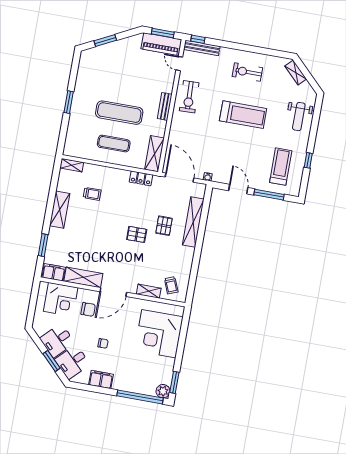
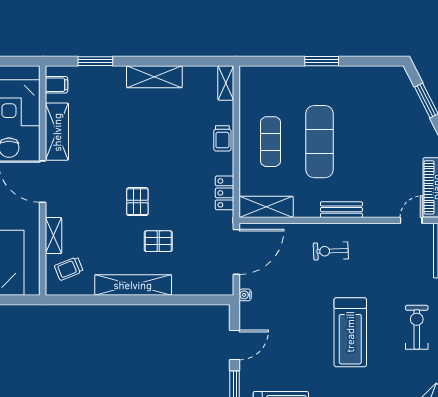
exercise bike: (189, 97) -> (331, 251), moved, width x0.73, depth x0.72
trolley: (92, 194) -> (222, 138), moved
shelving: (193, 222) -> (133, 285), moved
filing cabinet: (54, 272) -> (56, 85), width x0.50

